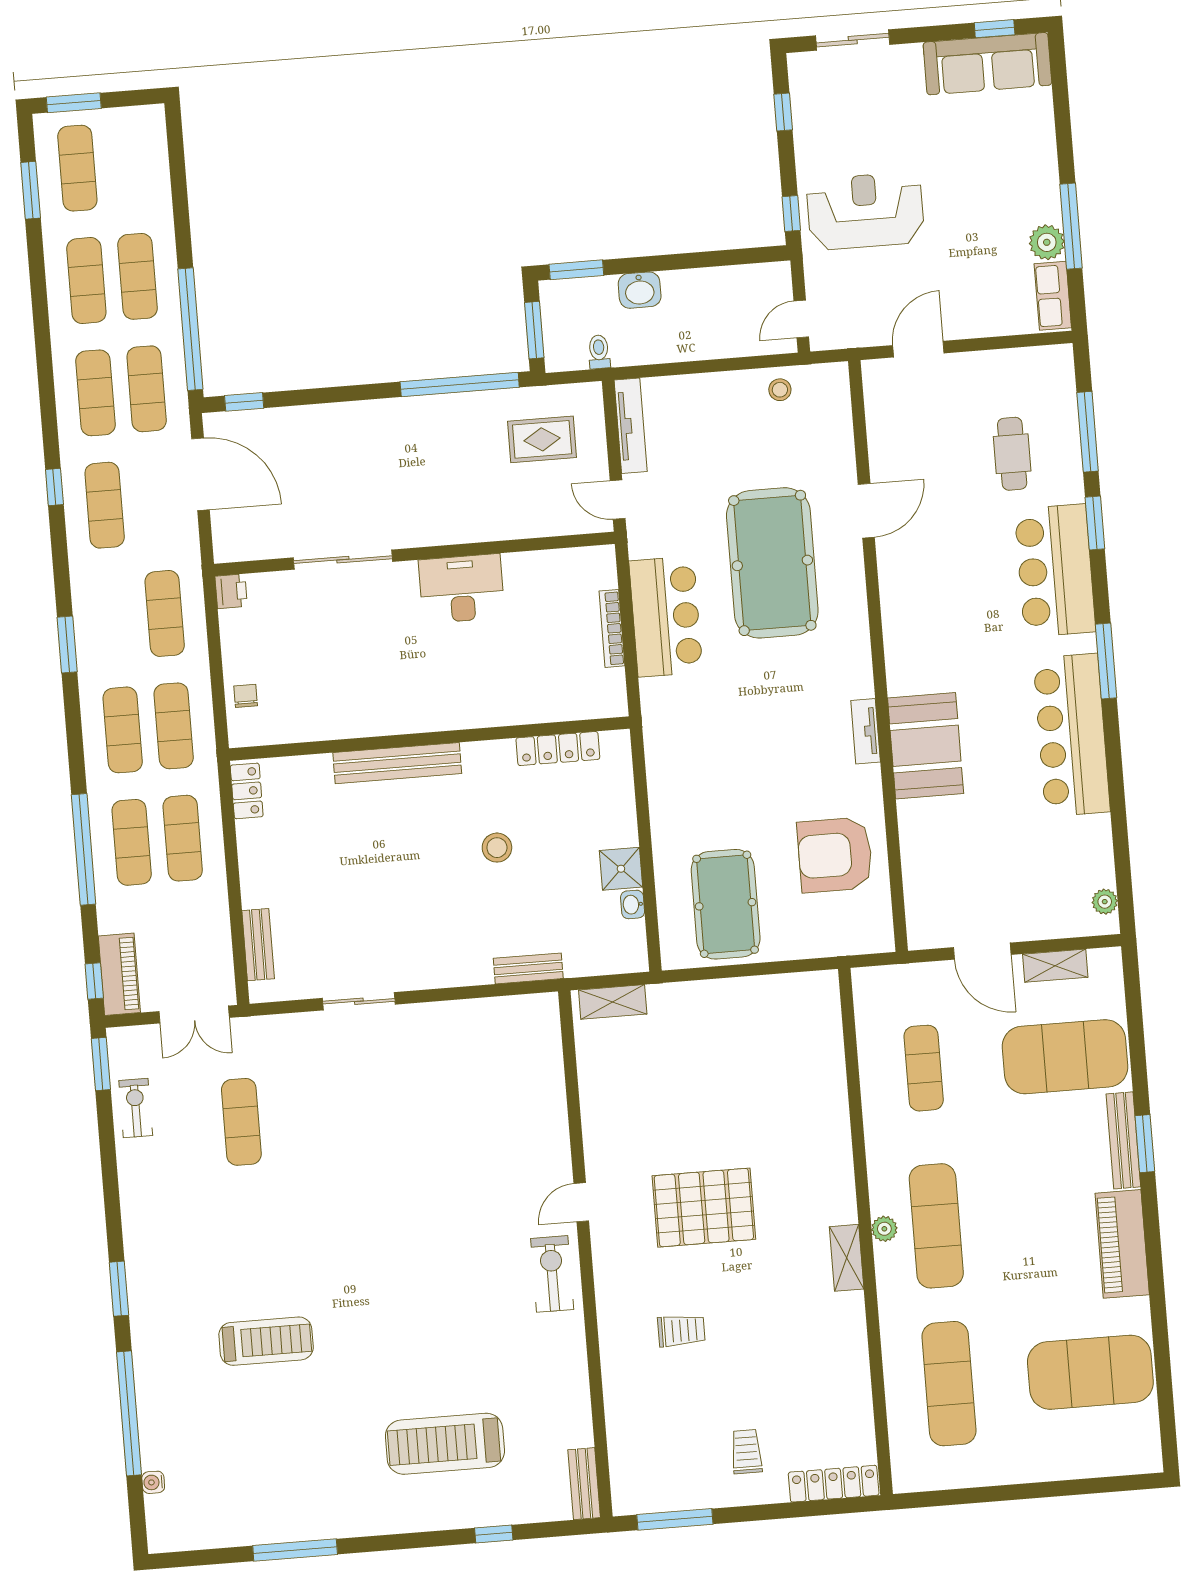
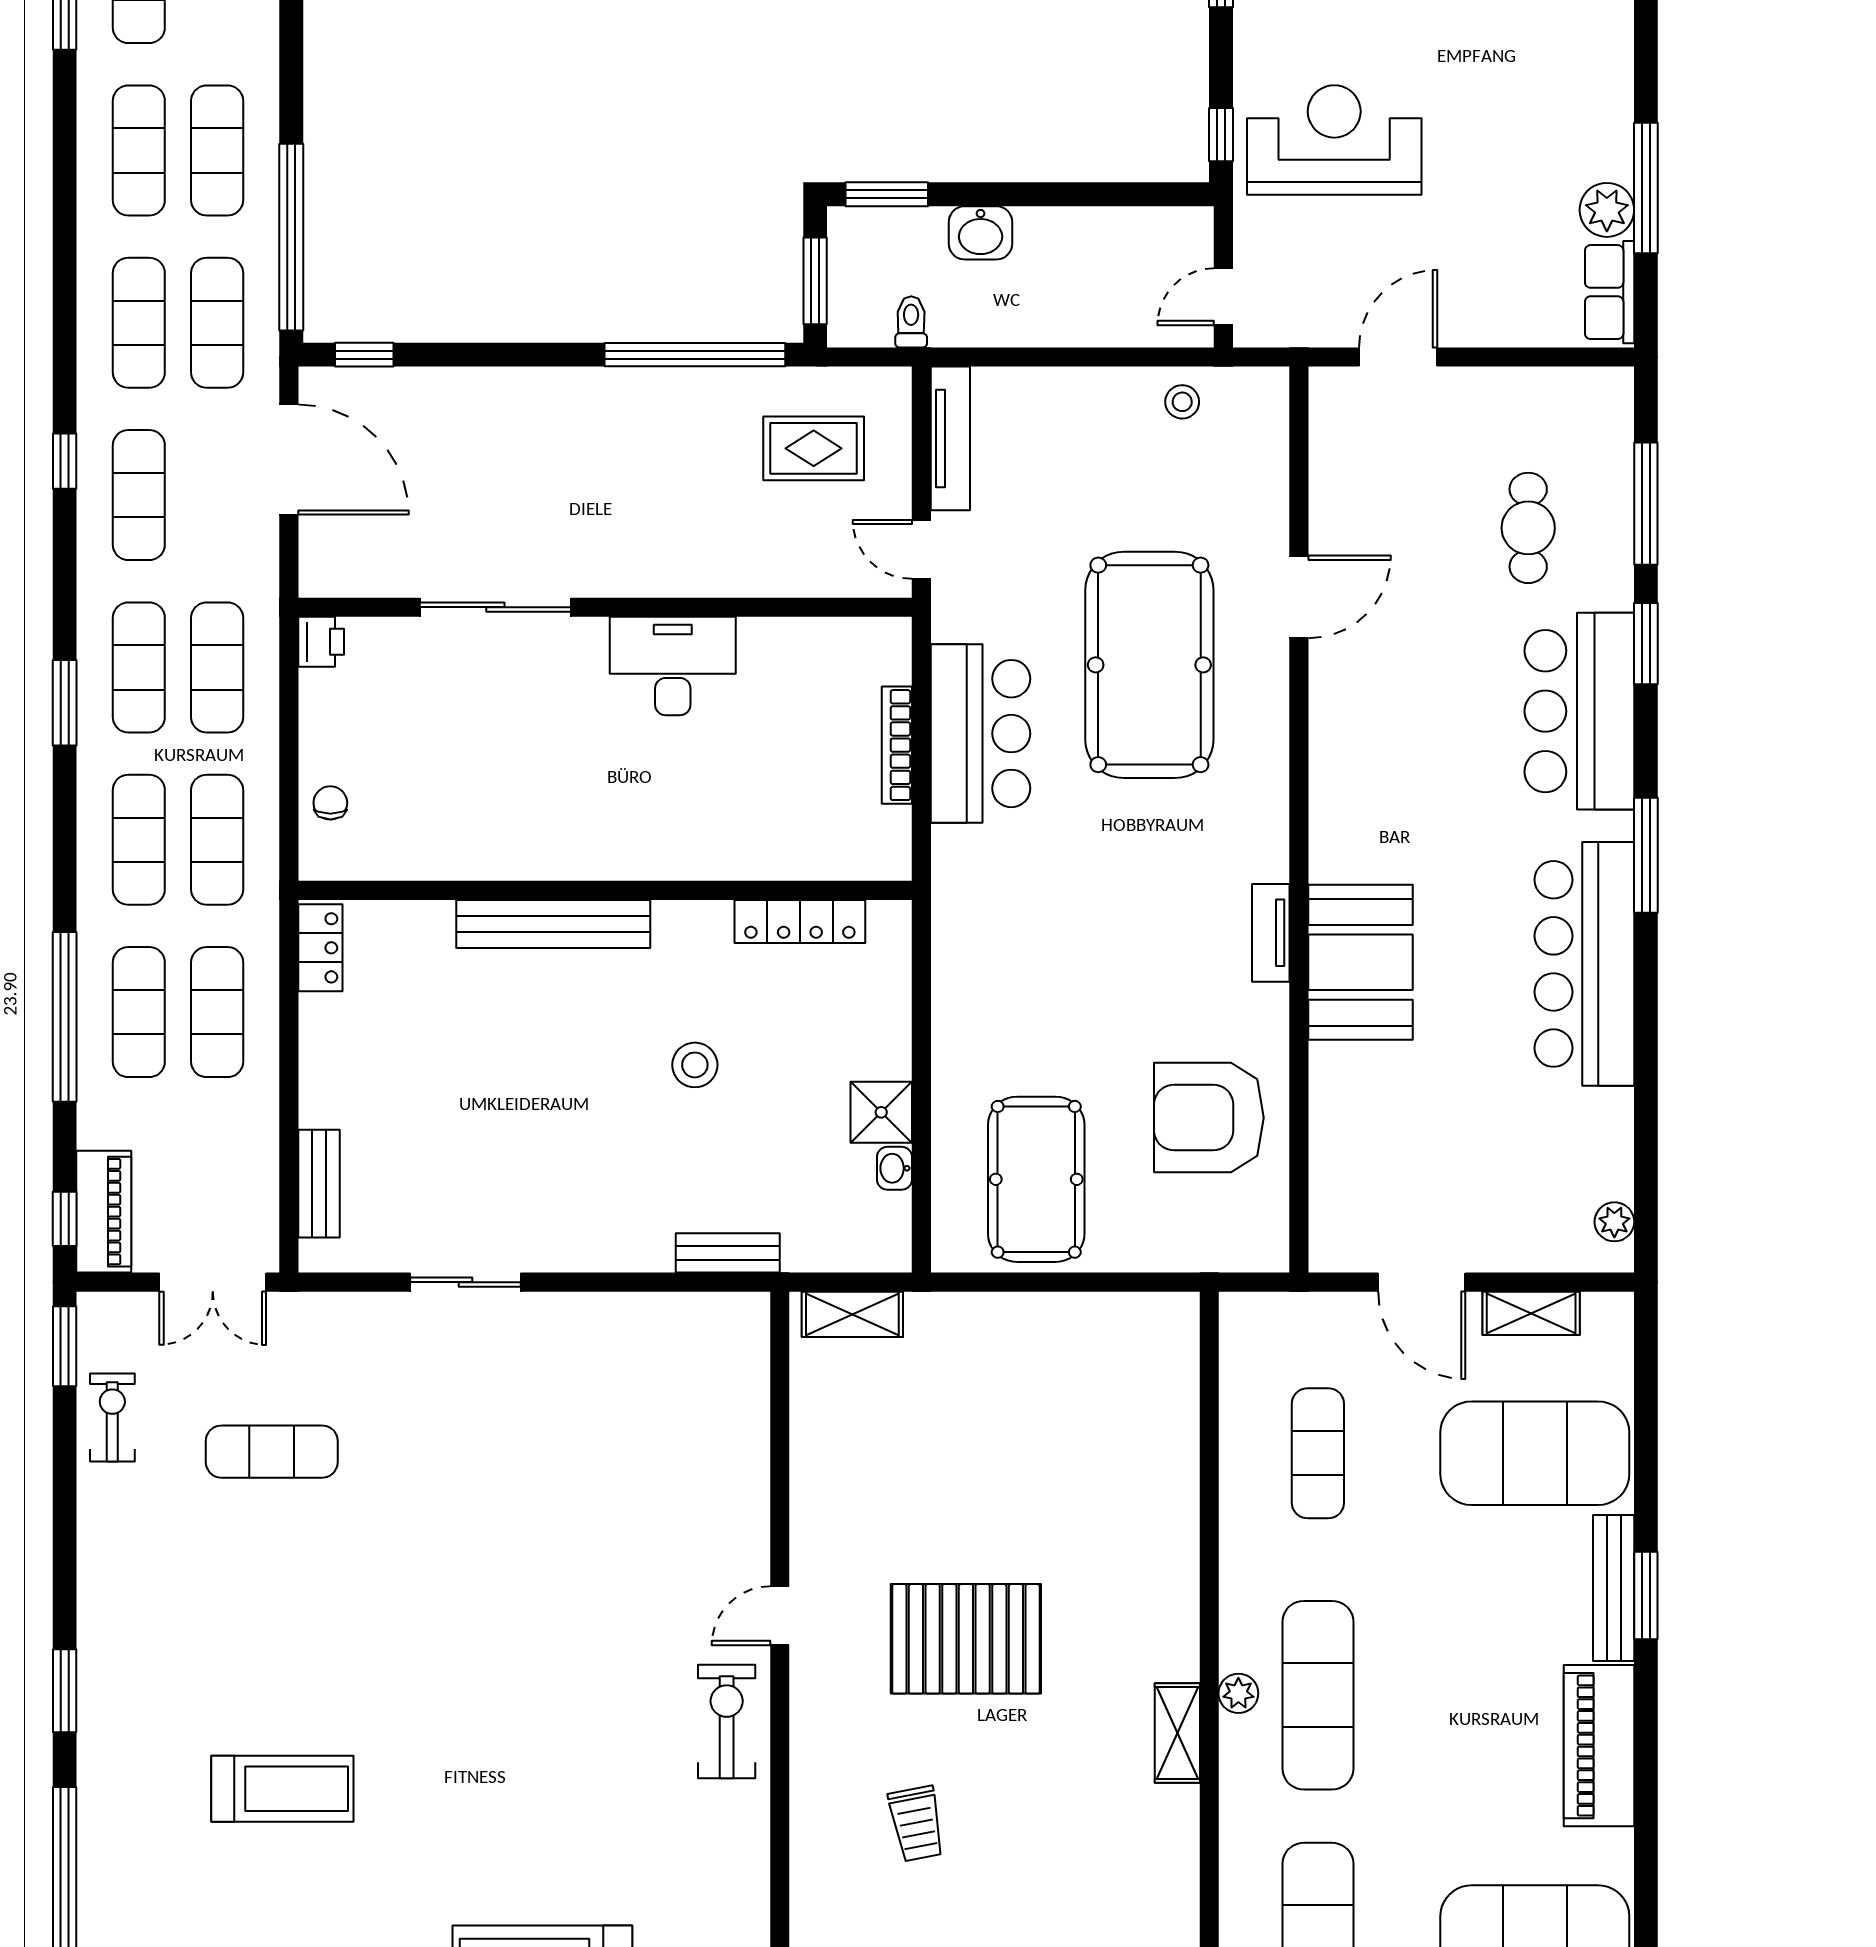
exercise mat: (114, 618) -> (139, 667), added
exercise mat: (241, 1122) -> (272, 1452), turned 90
trolley: (681, 1331) -> (917, 1824), turned 79

